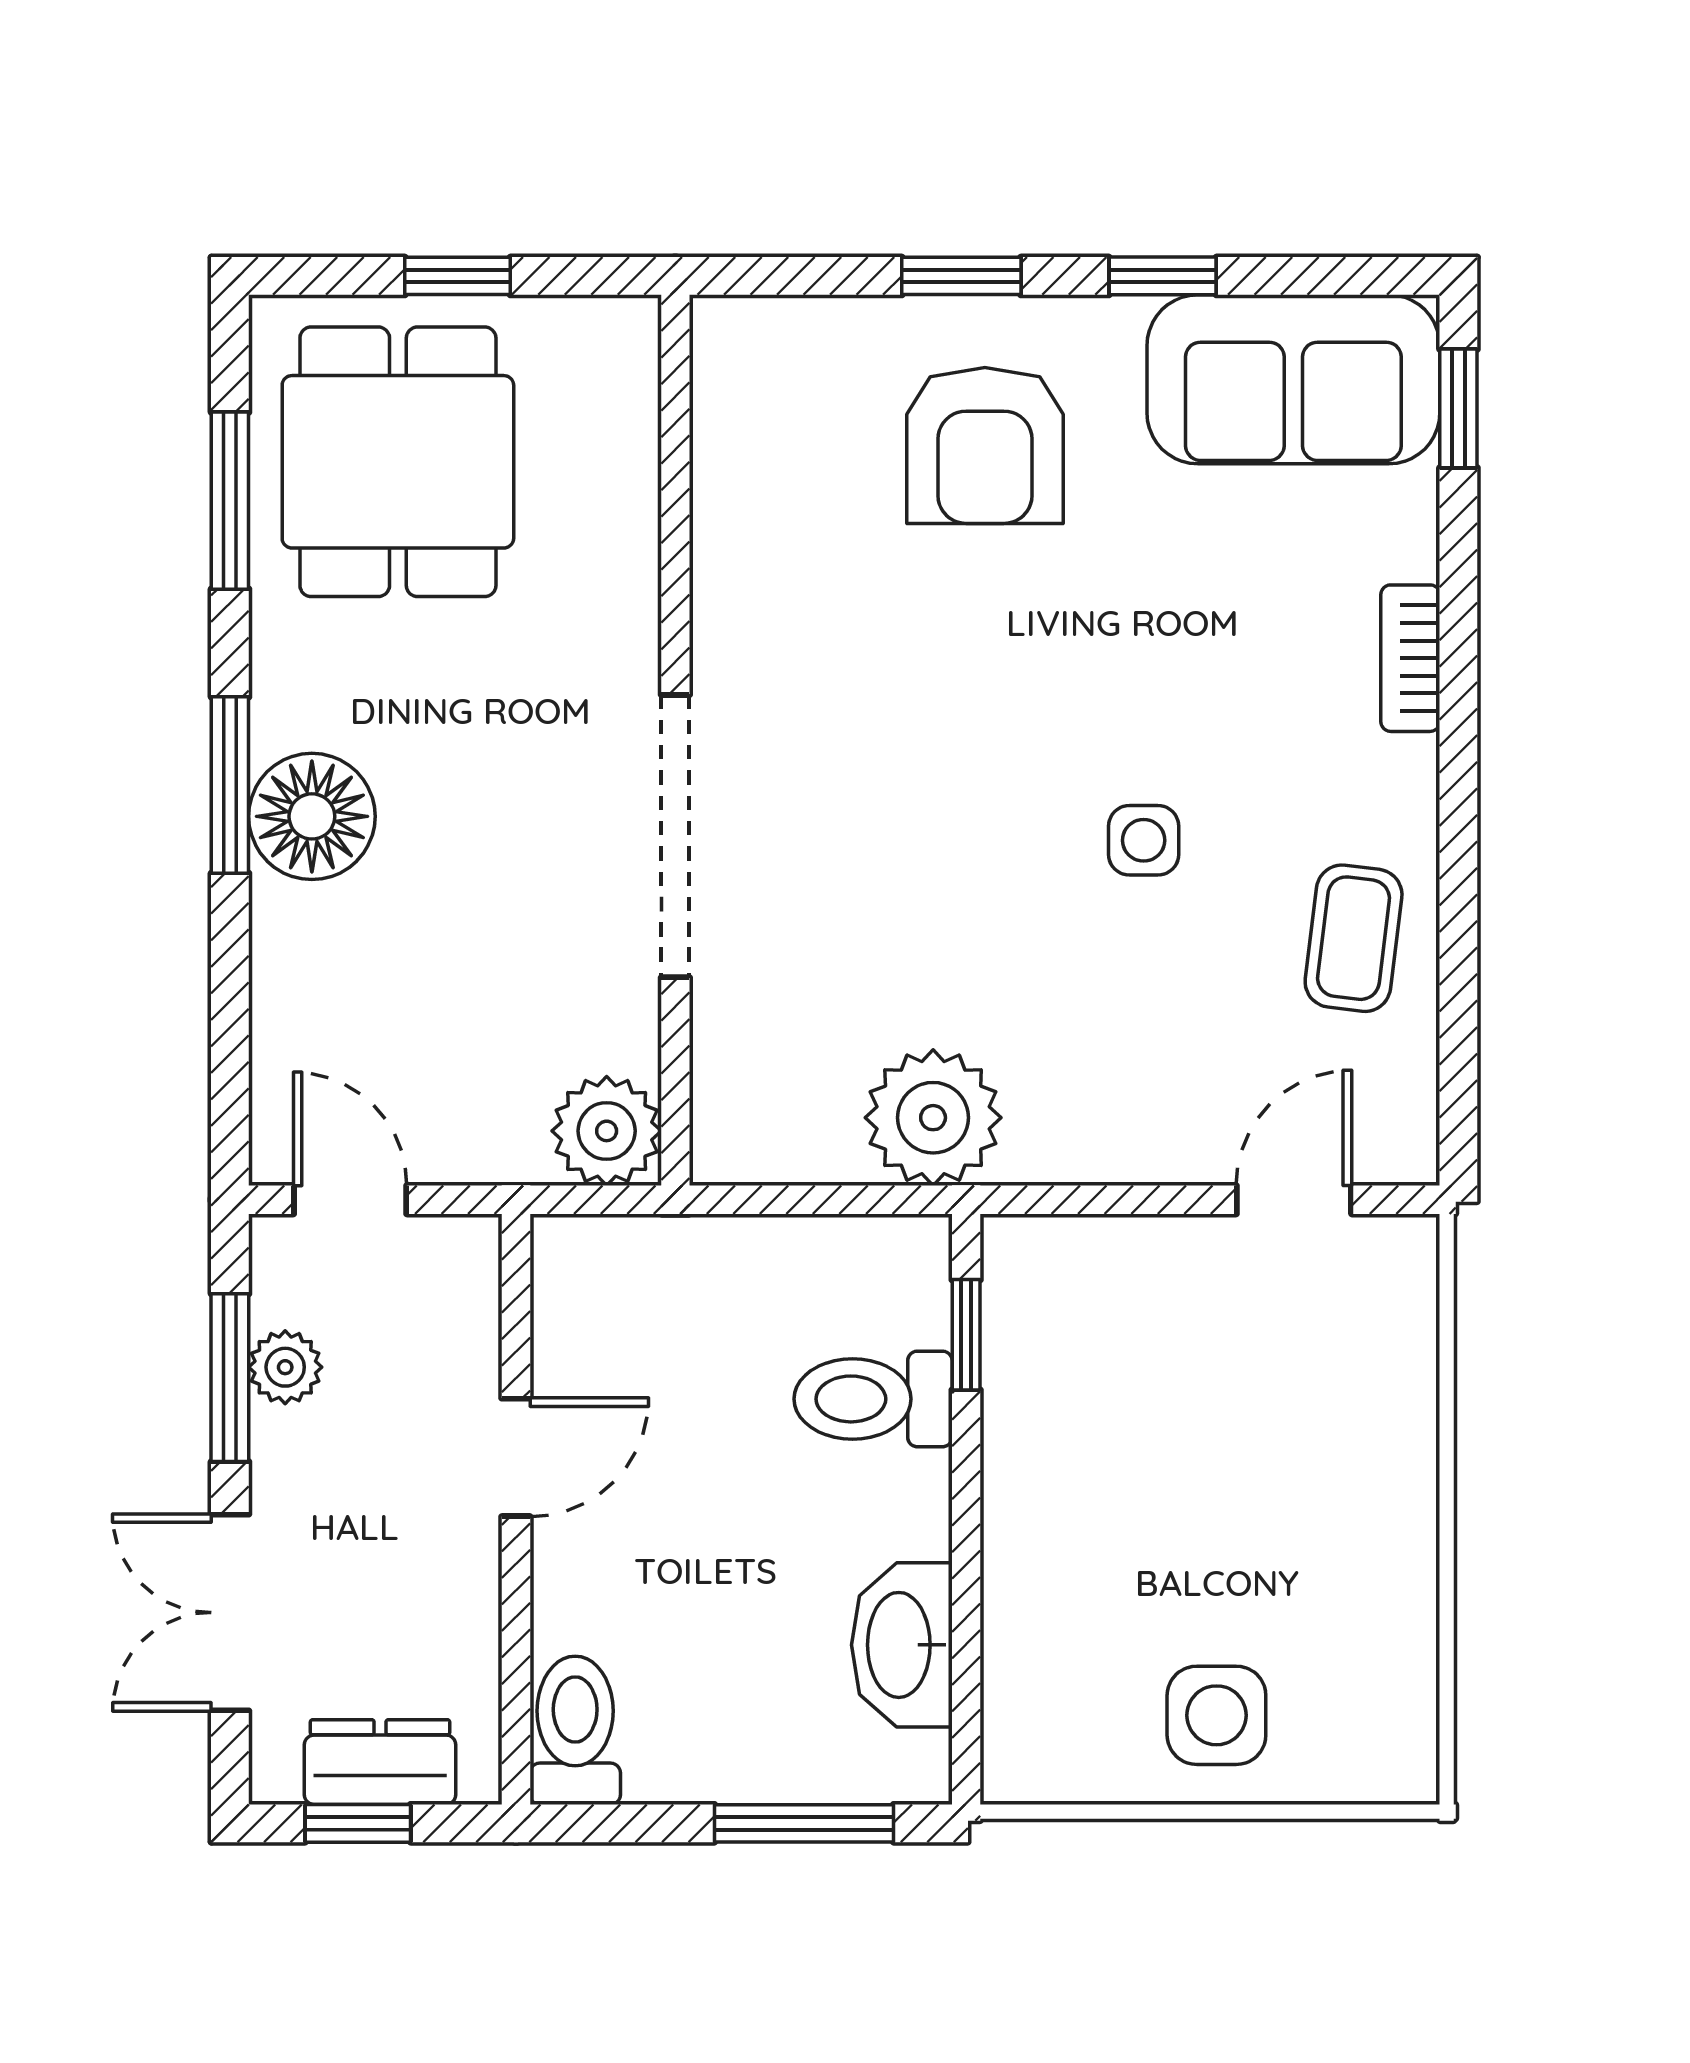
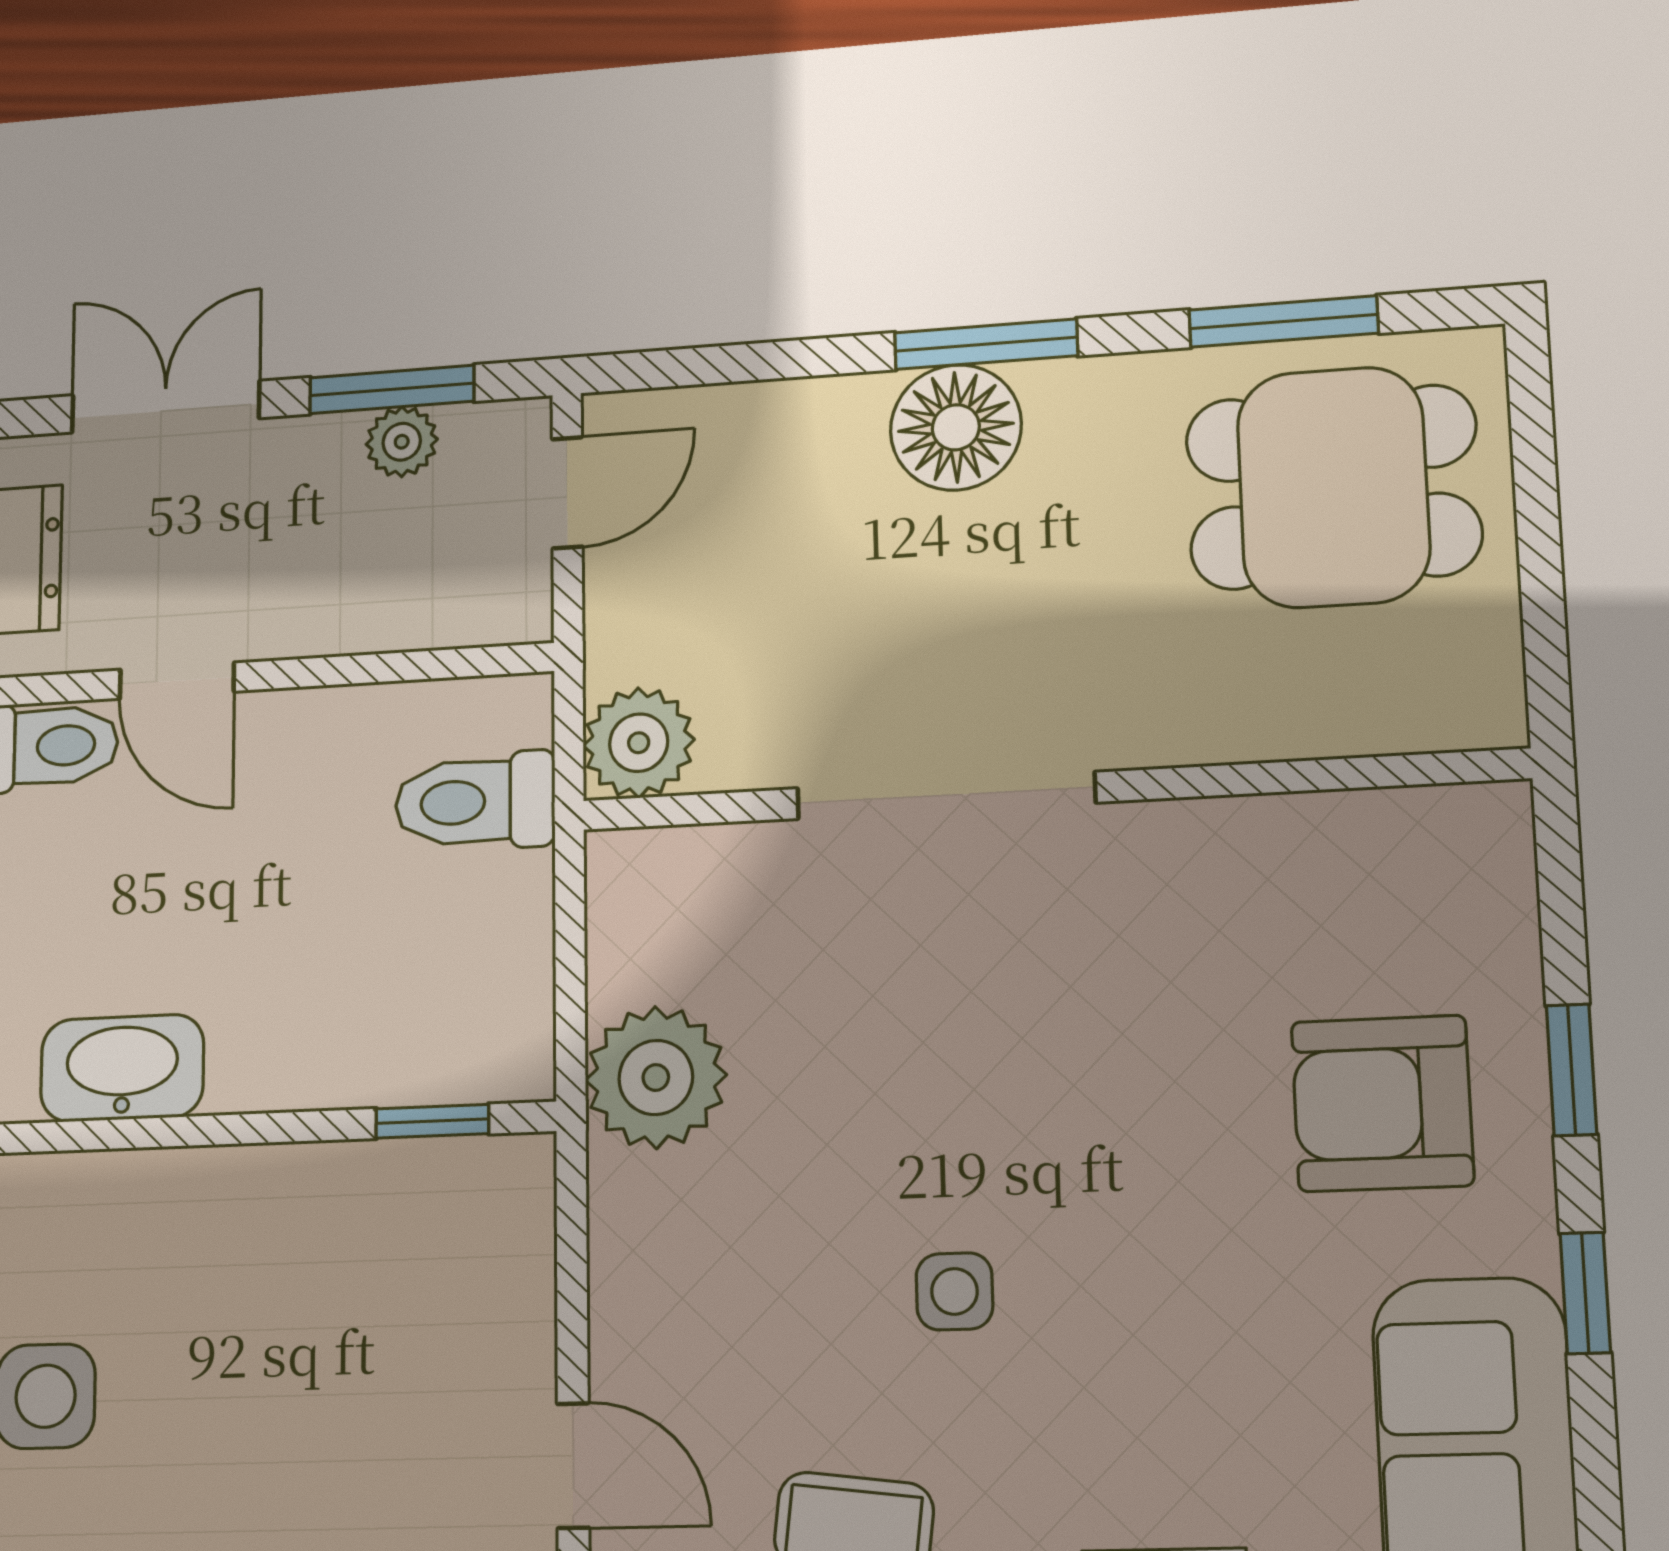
window: (458, 276) -> (1539, 535), removed
toilet: (873, 1399) -> (475, 802), moved, turned -90
door: (516, 1457) -> (177, 681), moved

